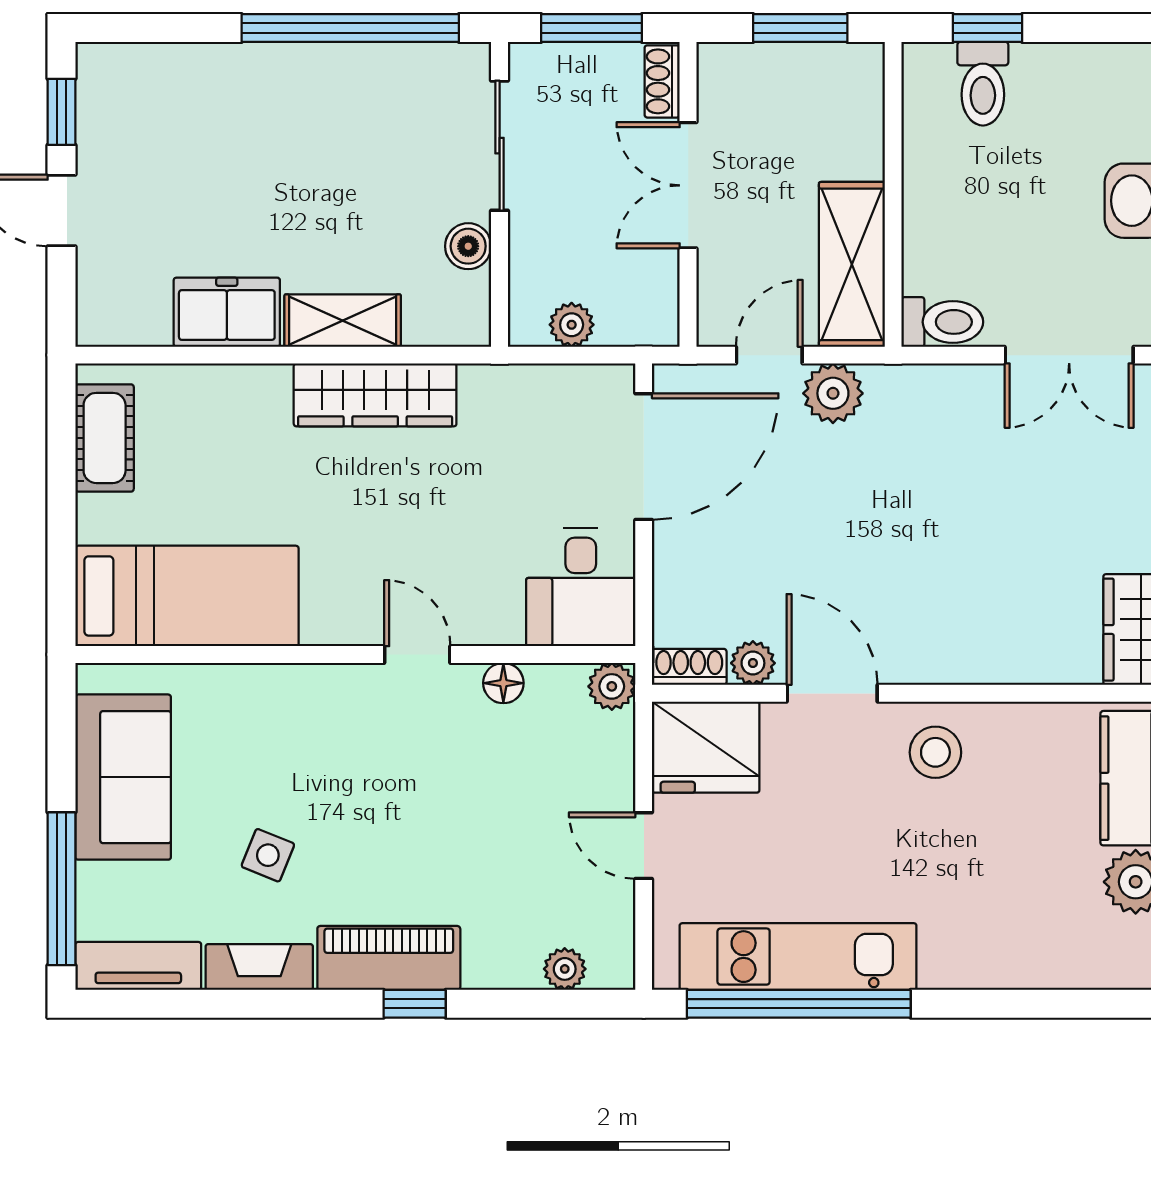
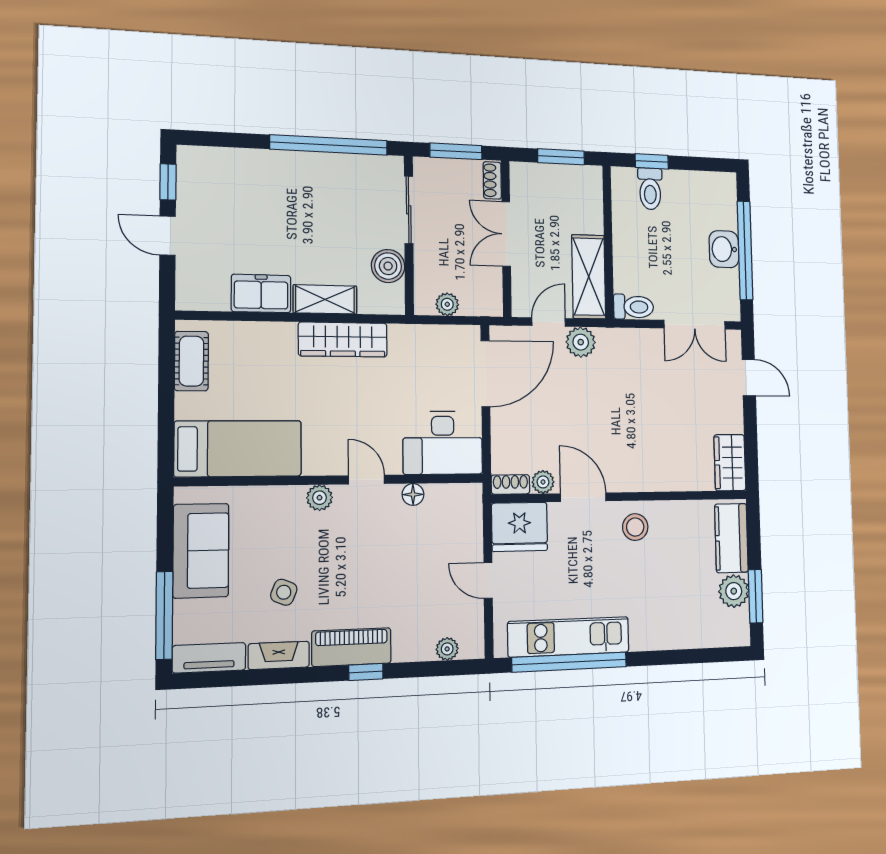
boiler: (468, 246) -> (388, 266), width x1.36, depth x1.36
desk: (581, 587) -> (443, 443), width x1.37
plant: (612, 686) -> (320, 498), moved

